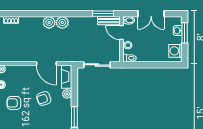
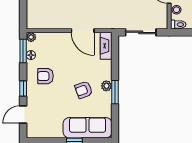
plant: (67, 94) -> (106, 86), moved
armchair: (44, 98) -> (84, 90), moved

